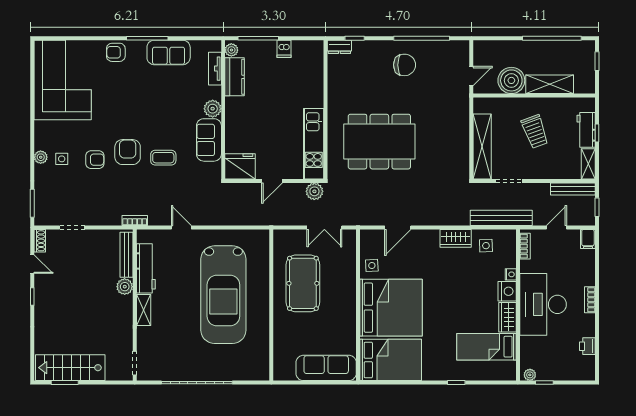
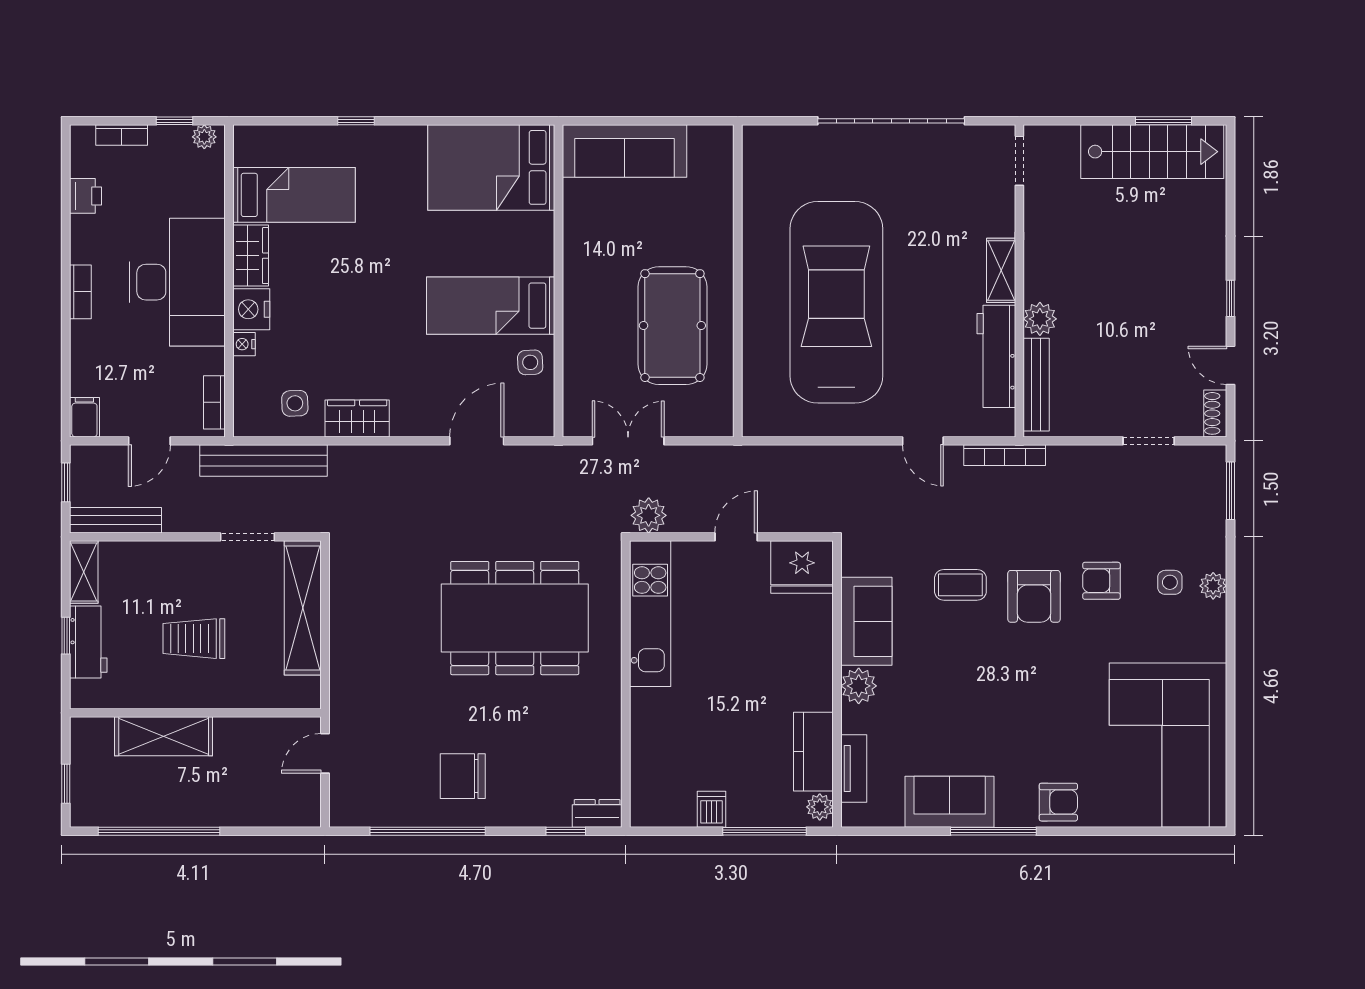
boiler: (511, 80) -> (242, 744), removed
trolley: (535, 132) -> (194, 639), turned -70
bookcase: (135, 221) -> (1005, 455), width x1.56
bed: (391, 308) -> (491, 306), width x0.49
bookcase: (570, 376) -> (122, 135), added

